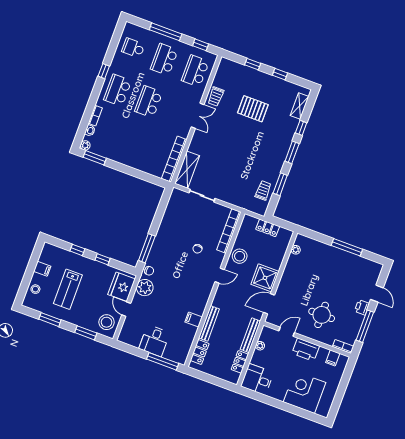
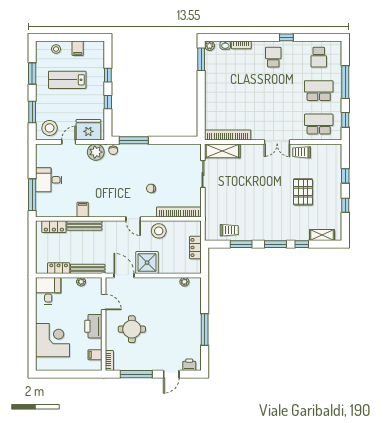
school desk: (133, 48) -> (319, 57), turned 180
school desk: (118, 90) -> (273, 57), width x0.54
school desk: (149, 102) -> (273, 91), removed
printer: (362, 307) -> (189, 365), moved

